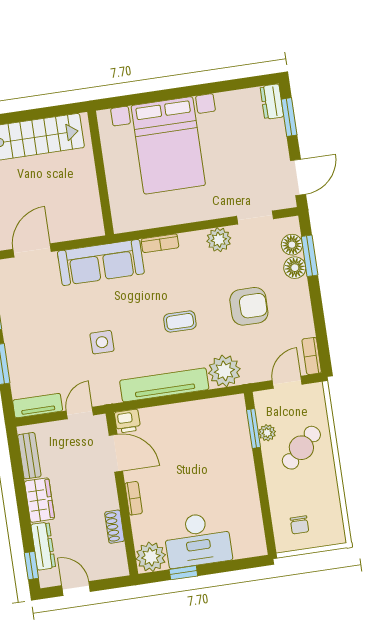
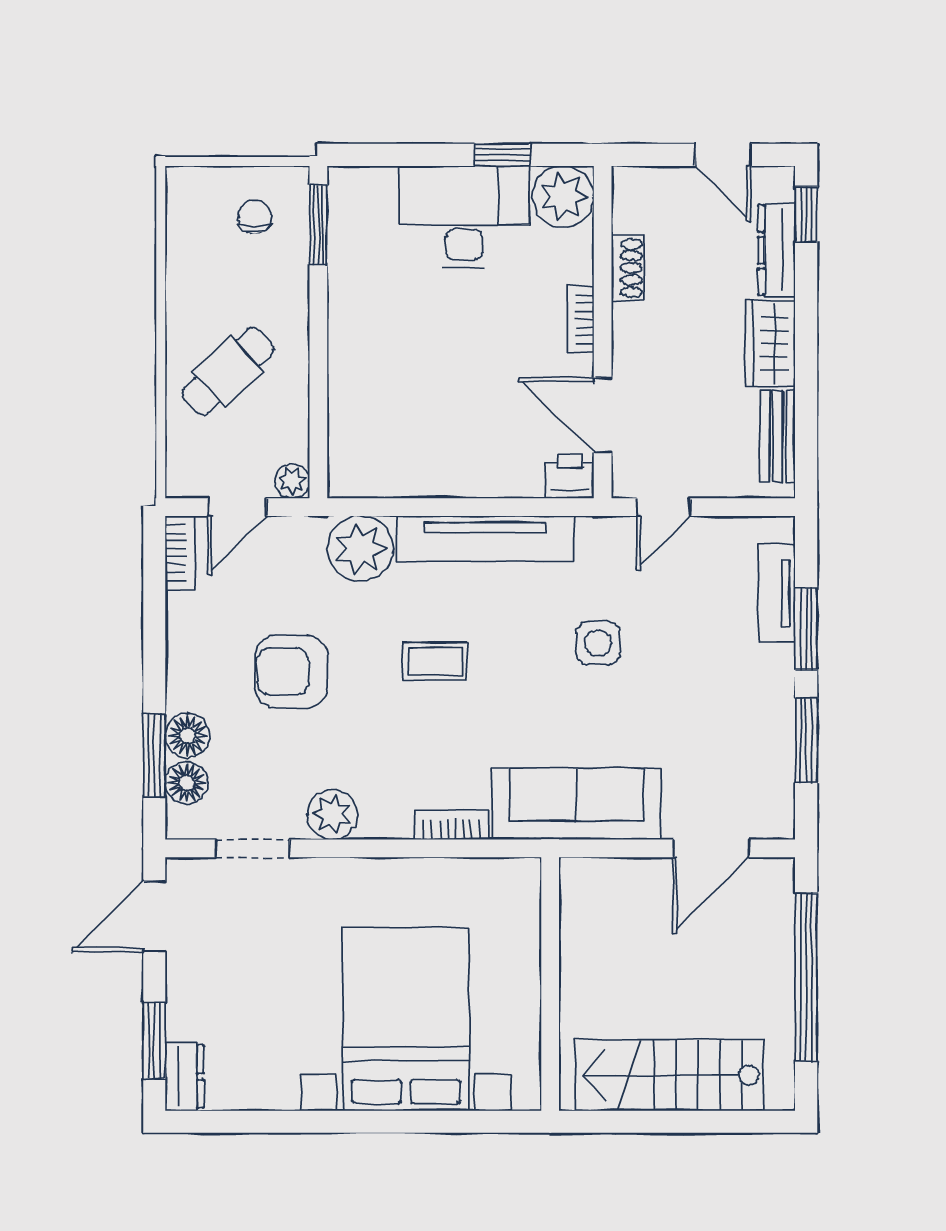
tv unit: (38, 406) -> (777, 593), moved, turned 90
window: (254, 429) -> (318, 225), moved
plant: (267, 433) -> (292, 481), moved

